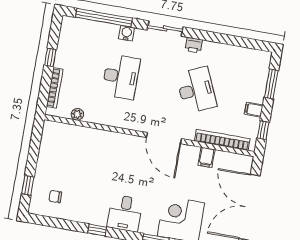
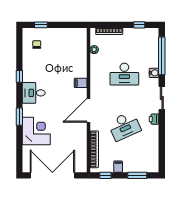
window: (50, 57) -> (139, 25), moved
filing cabinet: (206, 157) -> (81, 83), moved

